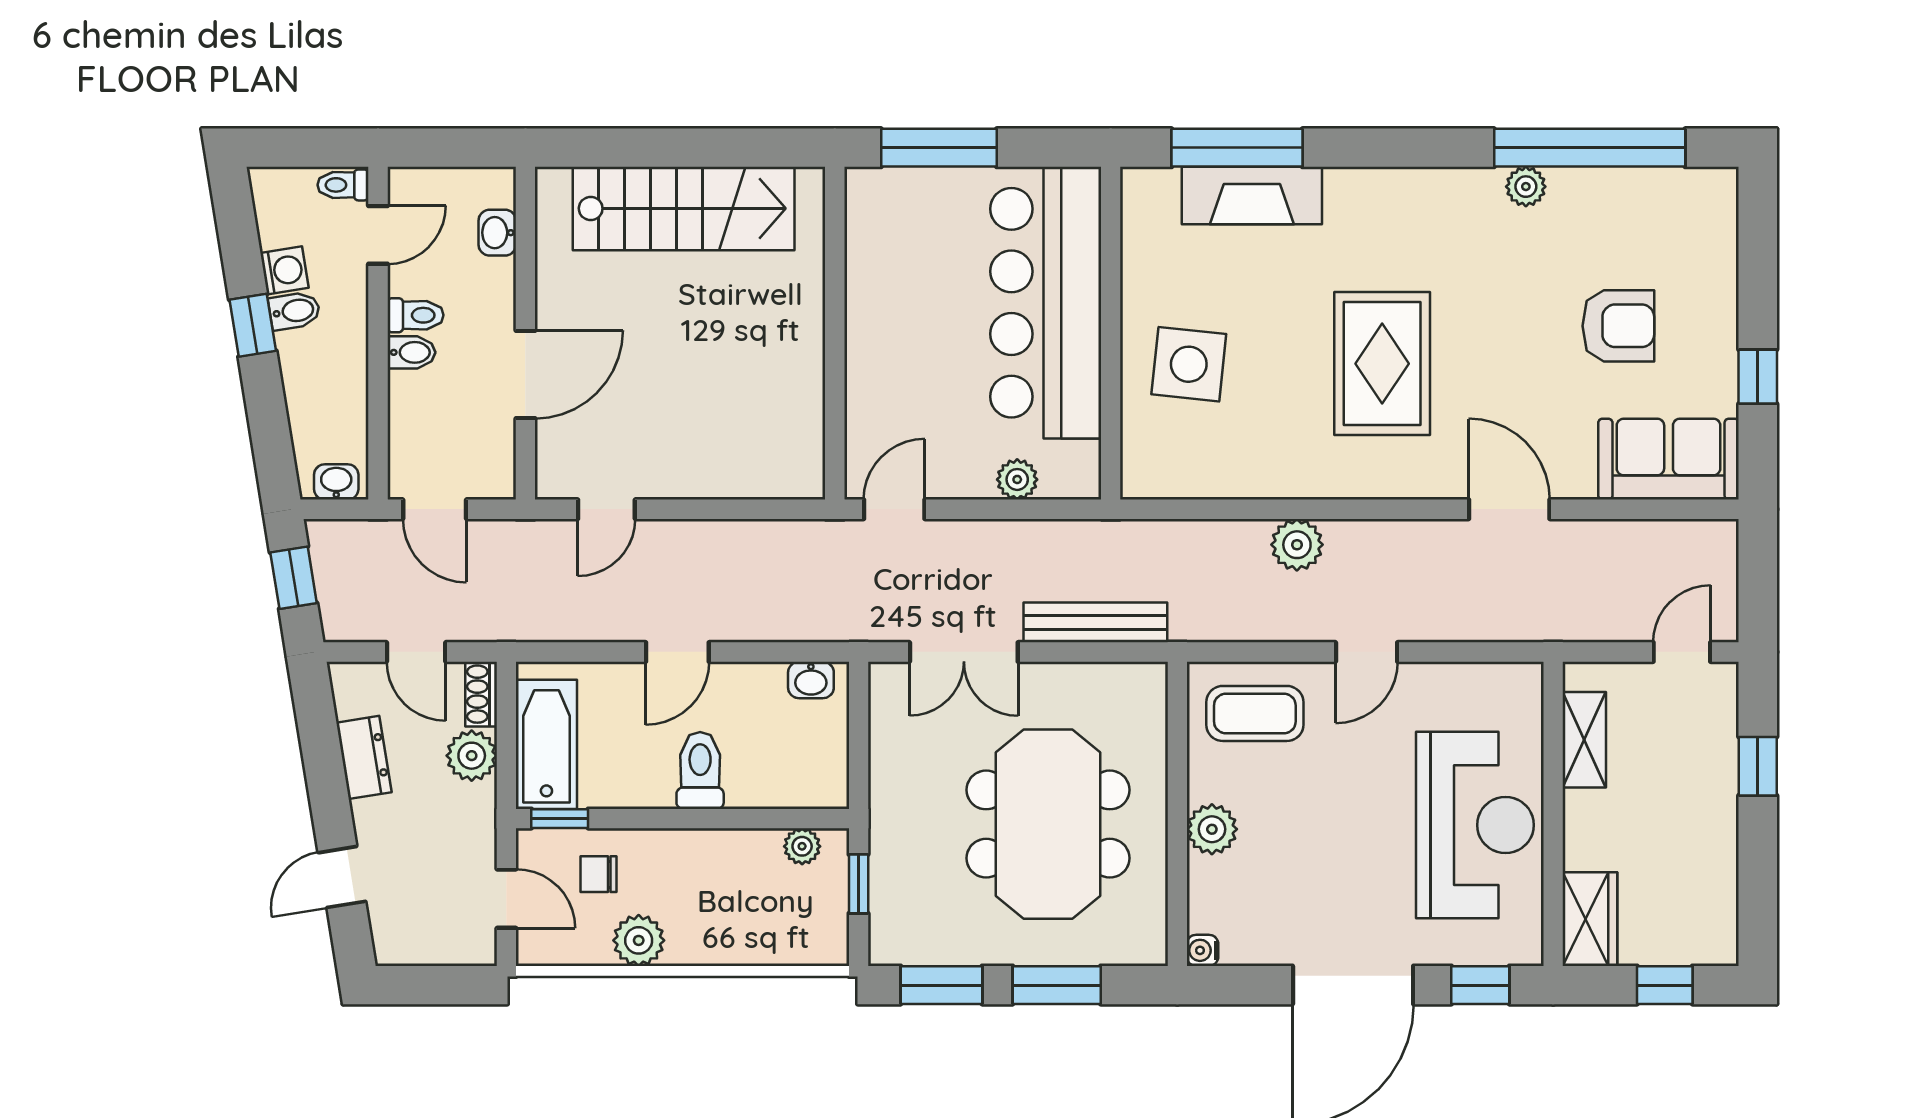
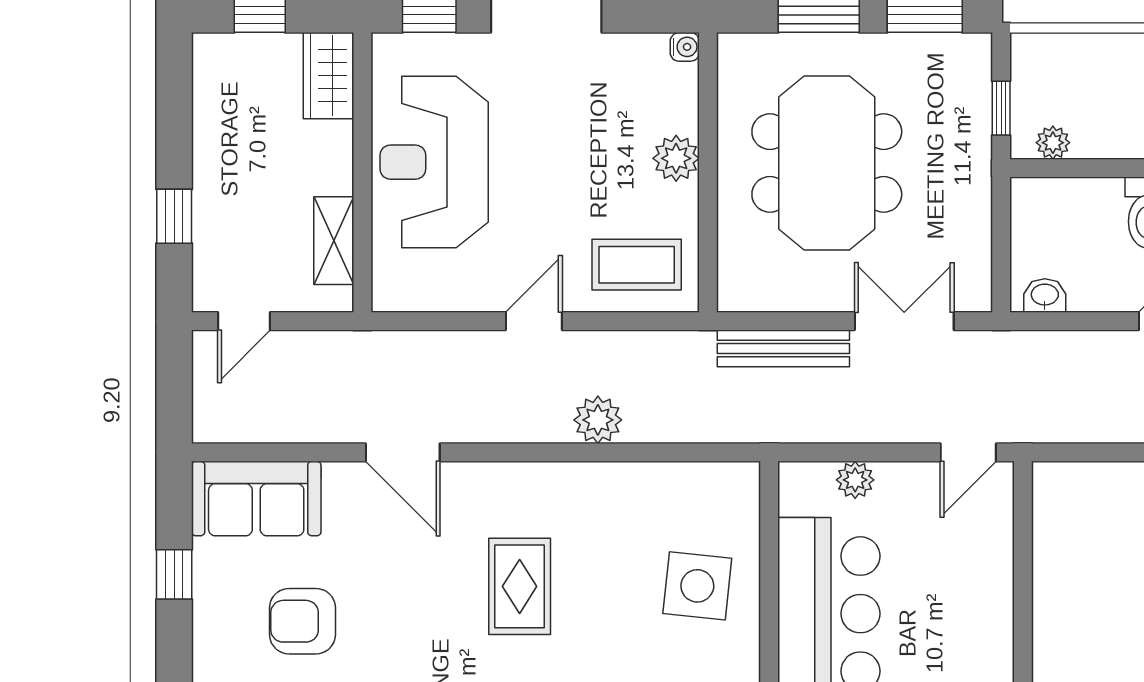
rug: (1382, 364) -> (520, 586), width x0.73, depth x0.70

